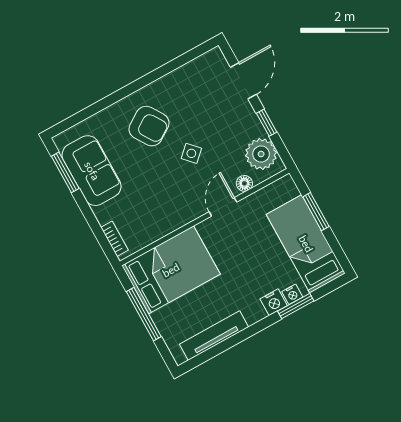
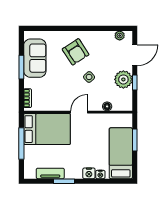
plant: (203, 63) -> (120, 36), added
plant: (261, 154) -> (123, 79), moved
window: (65, 172) -> (21, 67), moved
door: (223, 207) -> (79, 112), moved
window: (296, 306) -> (64, 181), moved
tv unit: (214, 336) -> (50, 173), width x0.71

